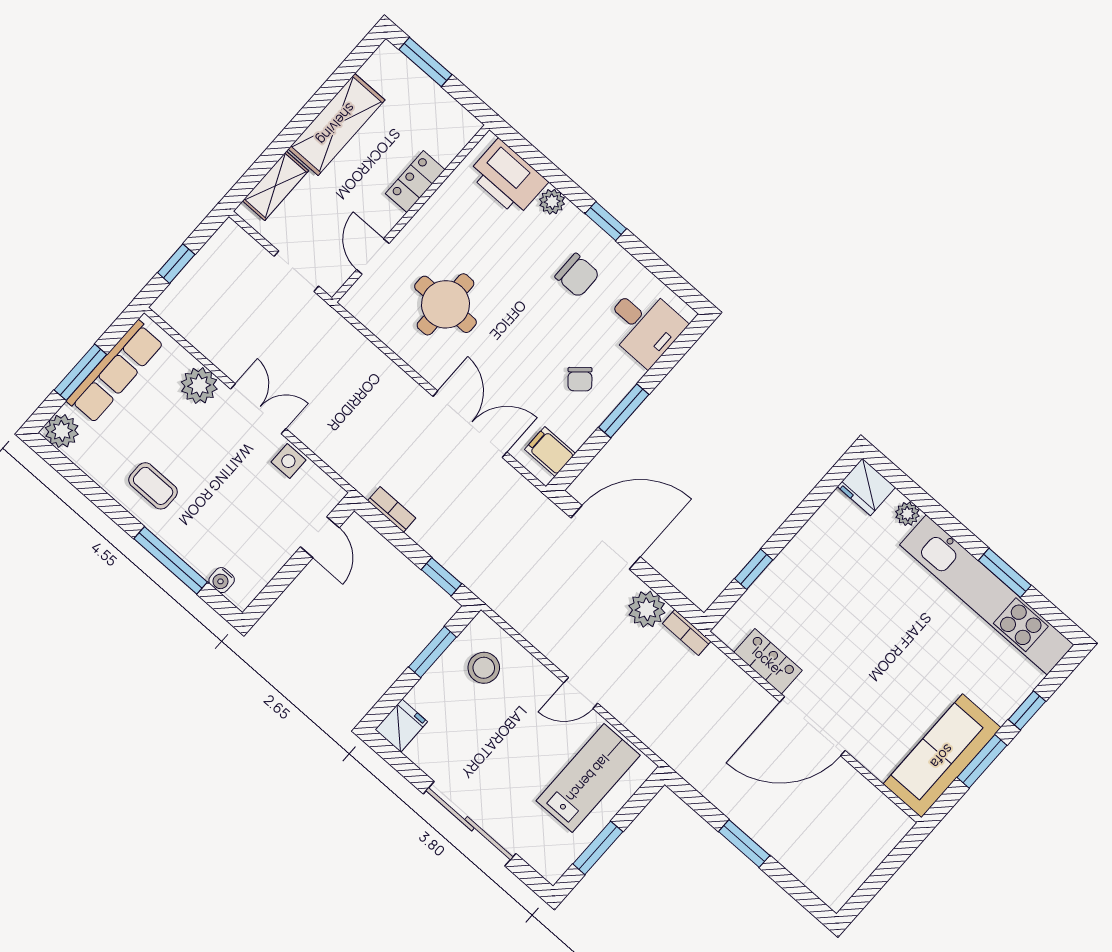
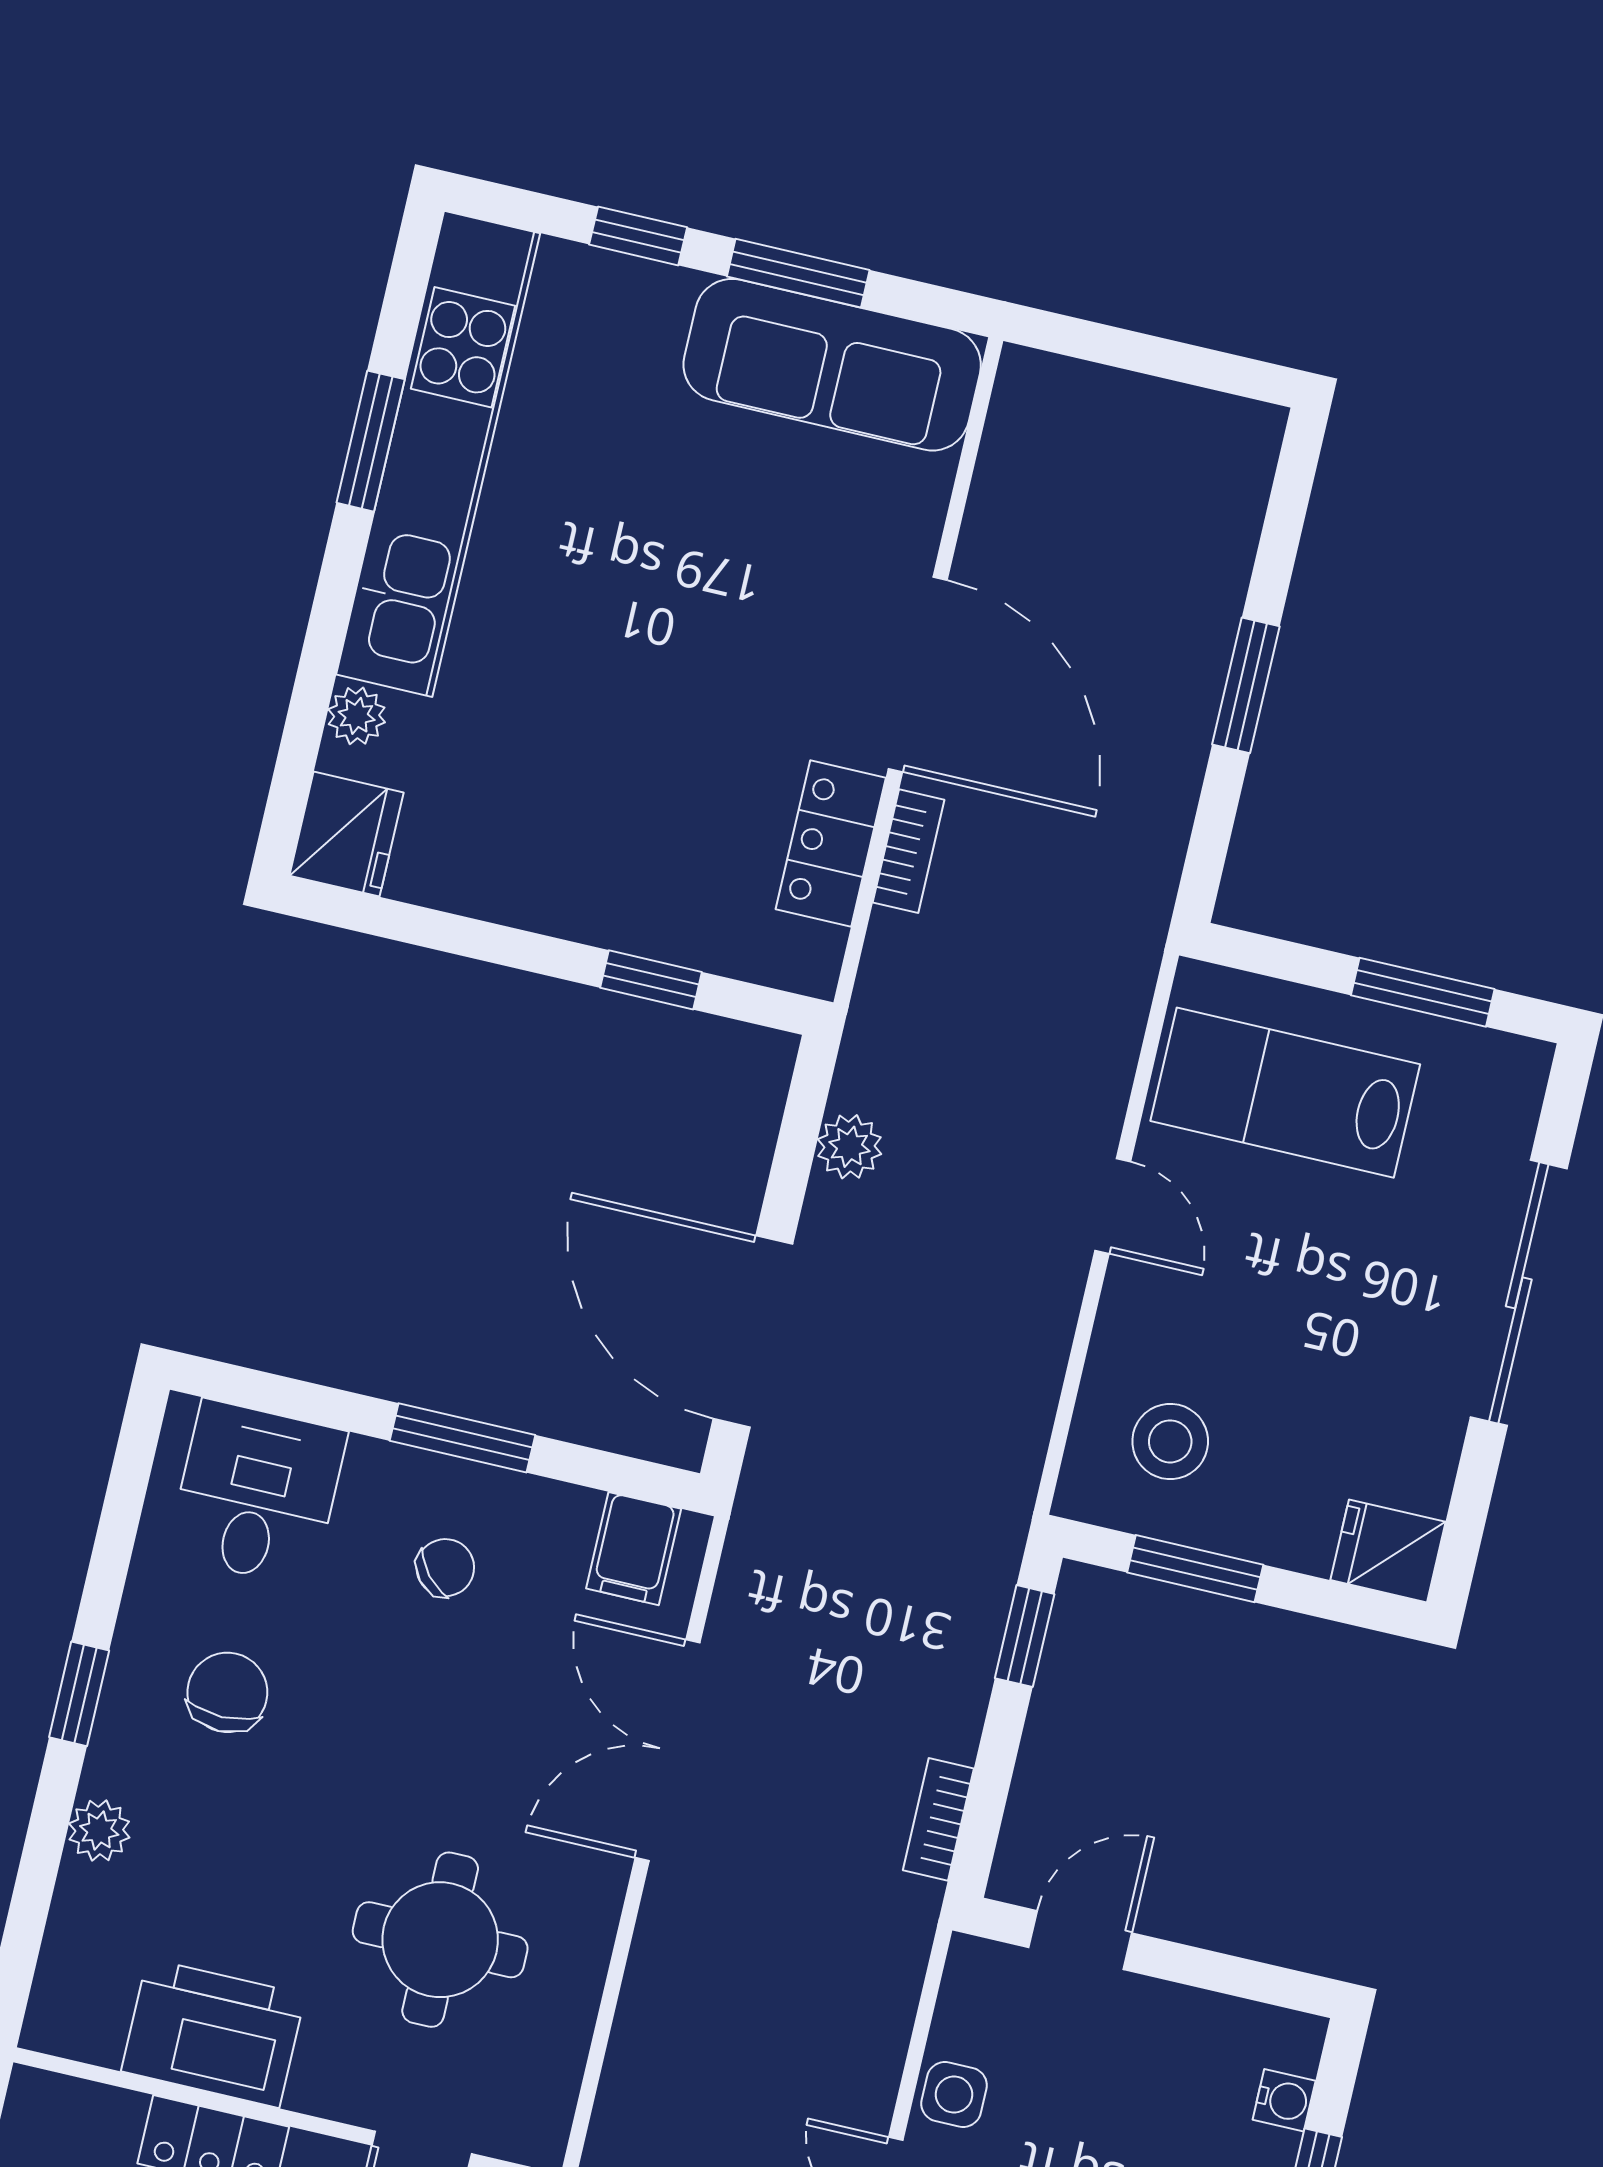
printer: (508, 178) -> (213, 2033), moved, turned -90
plant: (647, 609) -> (849, 1147), width x0.73, depth x0.73
bookcase: (687, 632) -> (909, 851), moved

